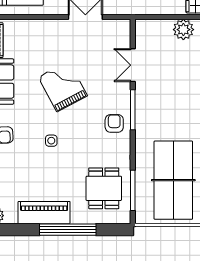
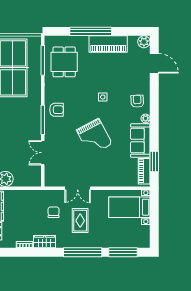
double door: (133, 65) -> (43, 153), swing flipped
armchair: (114, 123) -> (56, 110), turned -90

